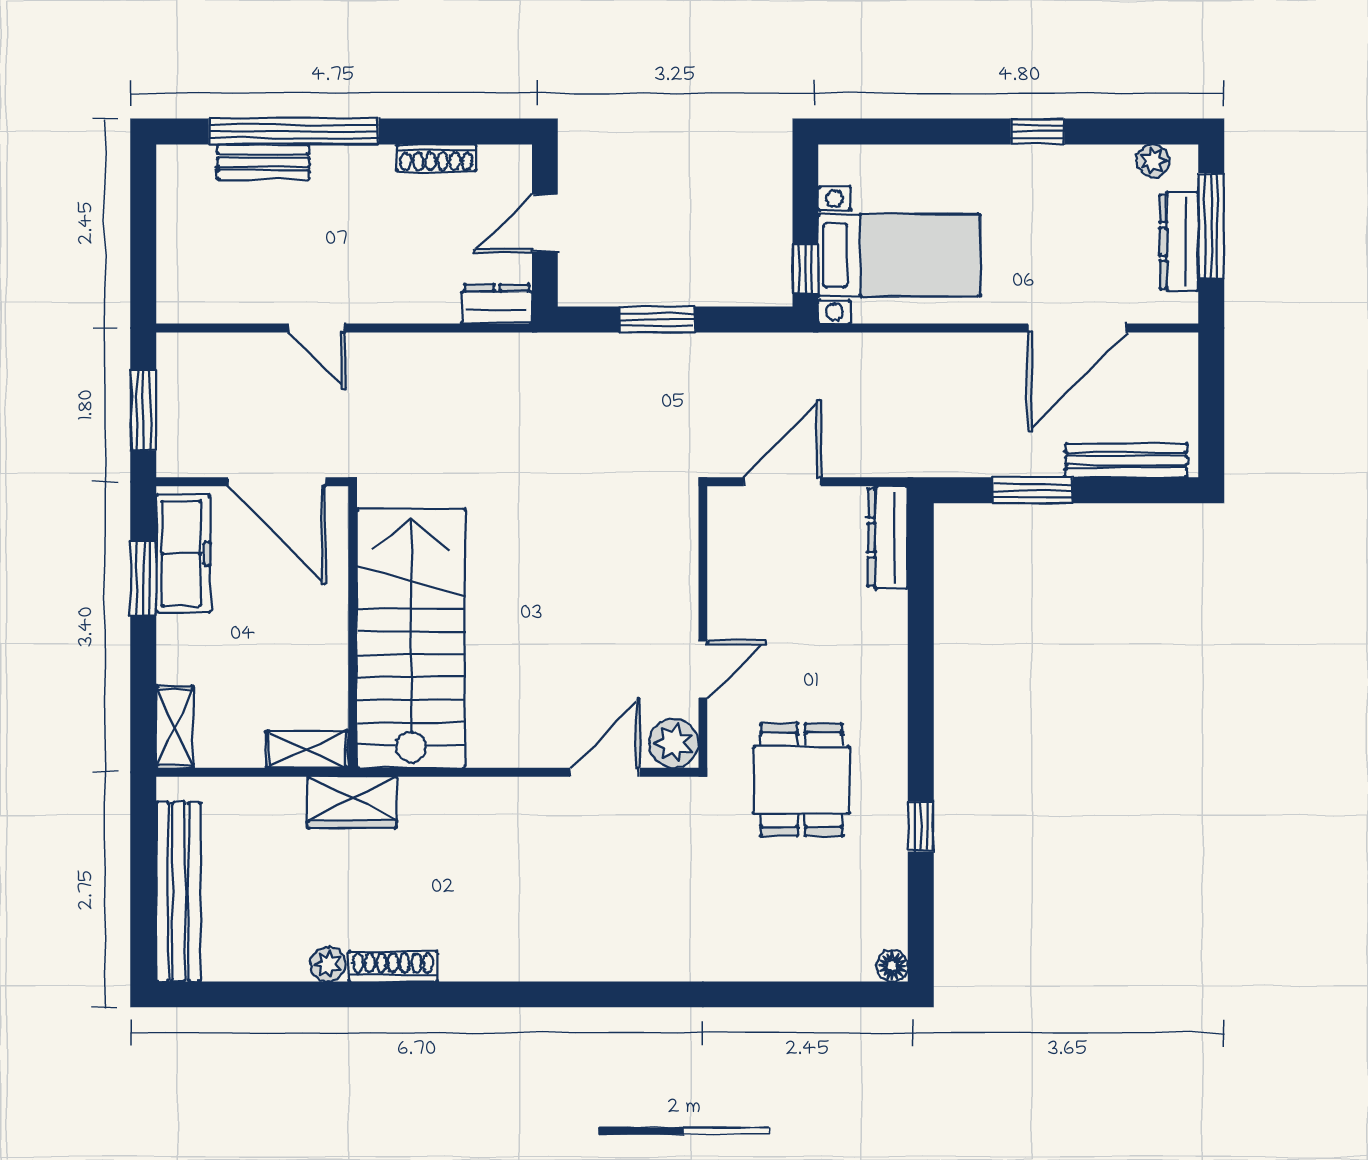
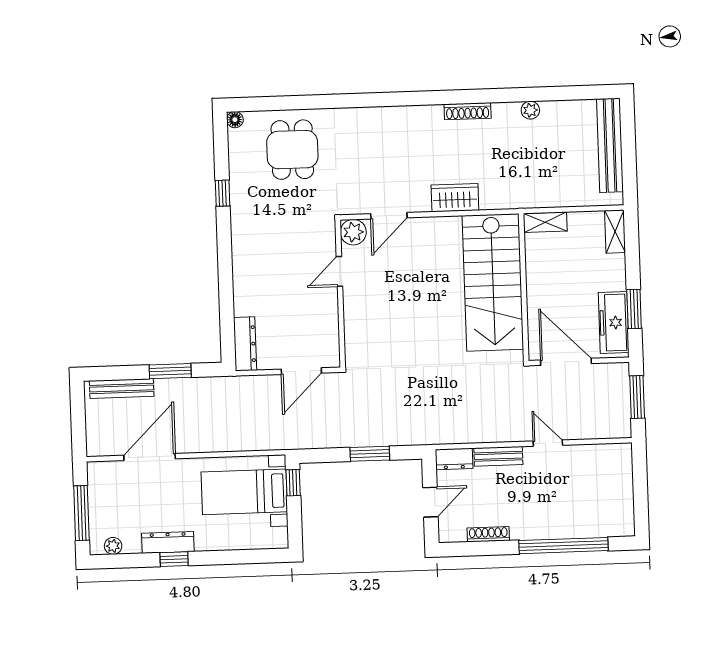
bench: (263, 162) -> (498, 456), moved
dresser: (1179, 242) -> (168, 542), moved, turned -90
dining table: (802, 780) -> (292, 150), moved
wardrobe: (352, 802) -> (455, 198), moved
shoe rack: (393, 966) -> (468, 111), moved

